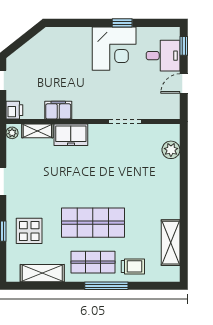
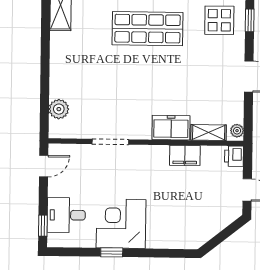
door: (184, 84) -> (44, 166), moved

